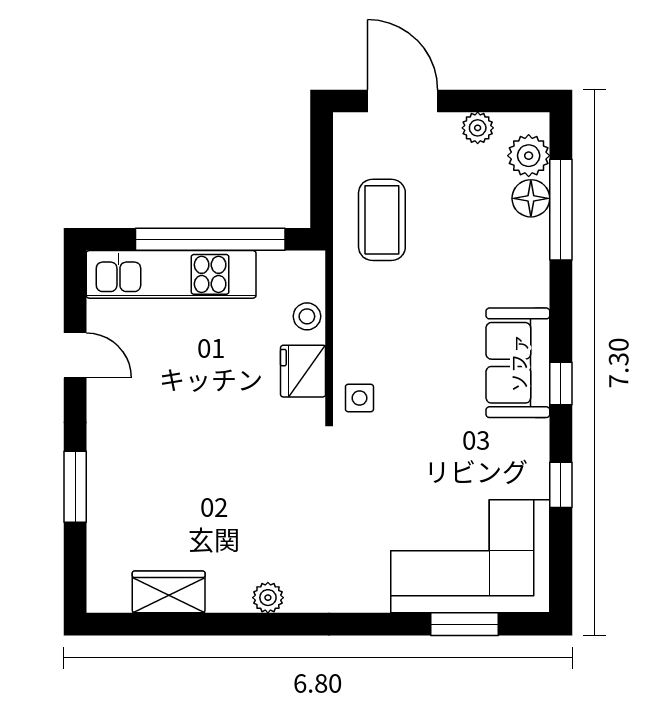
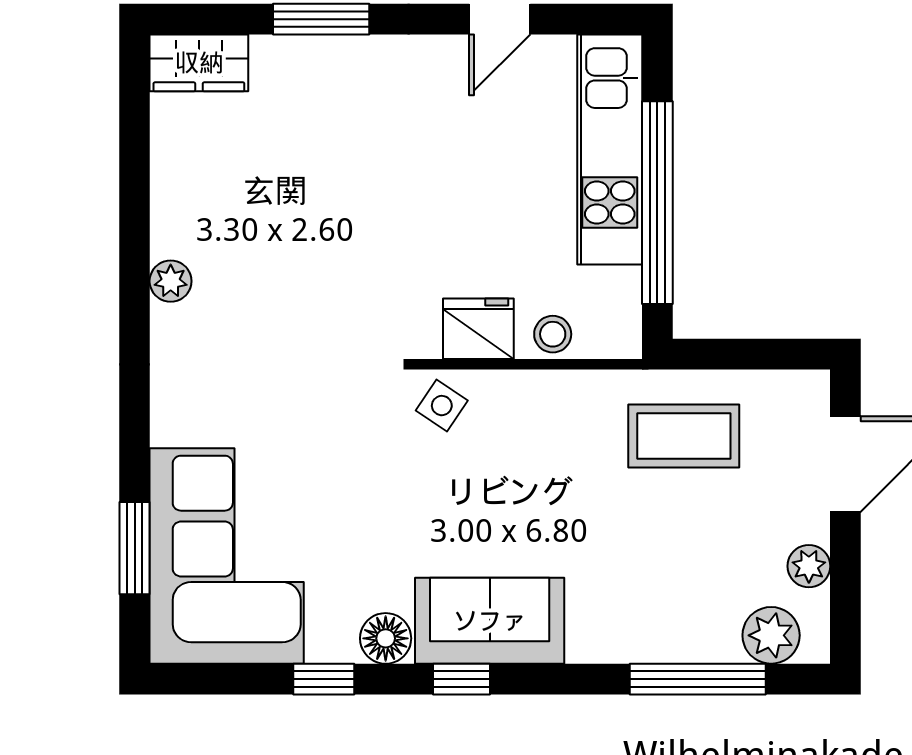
floor lamp: (531, 198) -> (386, 638), moved
side table: (359, 398) -> (442, 406), turned 34
wardrobe: (169, 592) -> (199, 63), moved, turned 90

